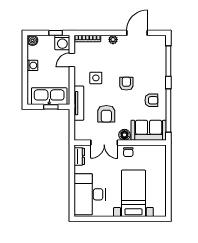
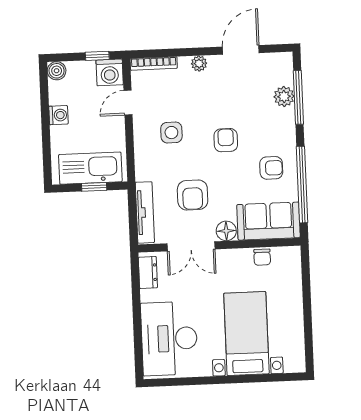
plant: (160, 60) -> (284, 96), added
tv unit: (79, 103) -> (145, 212), moved
chair: (128, 152) -> (262, 257), moved

